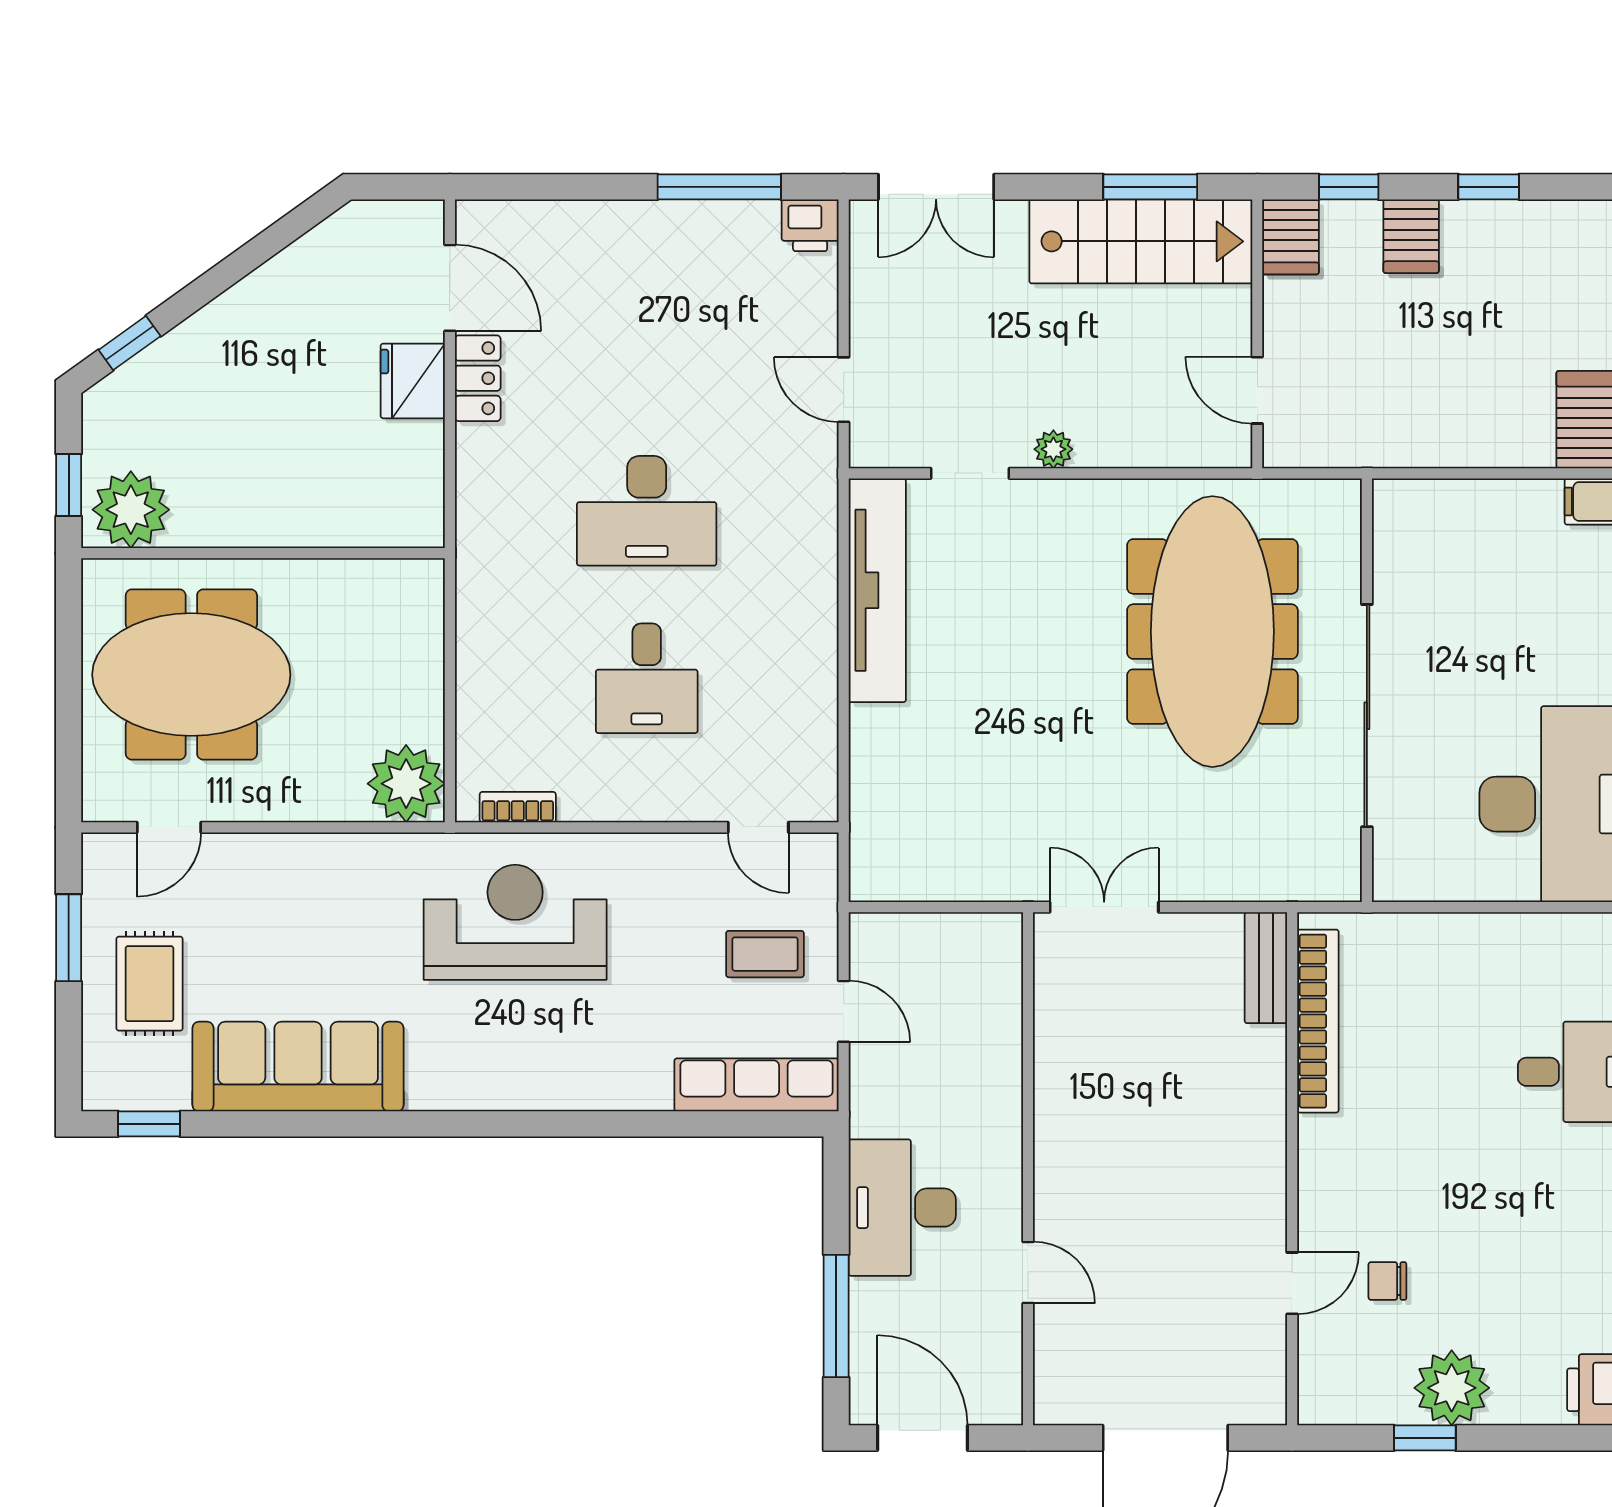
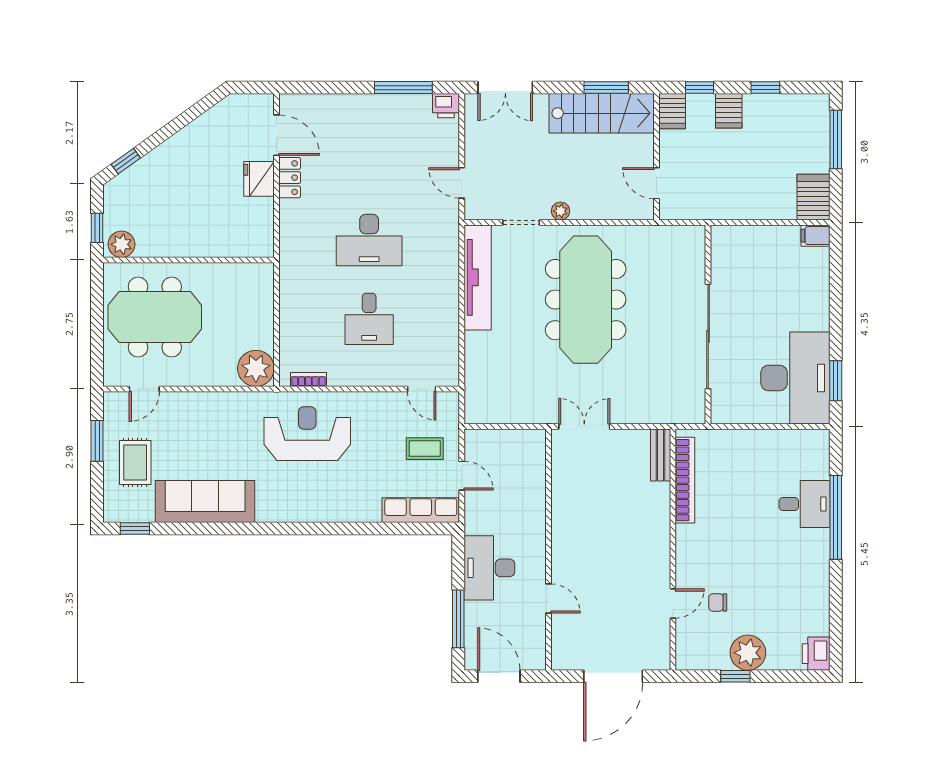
plant: (131, 510) -> (122, 244), width x0.73, depth x0.73
meeting table: (1212, 632) -> (586, 300), moved

